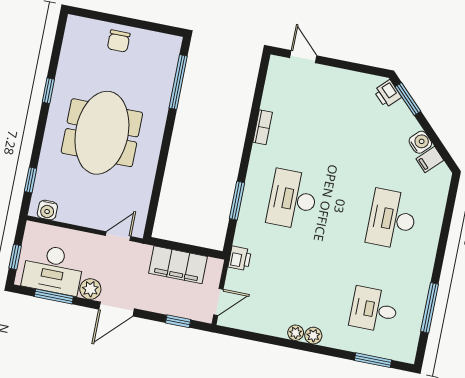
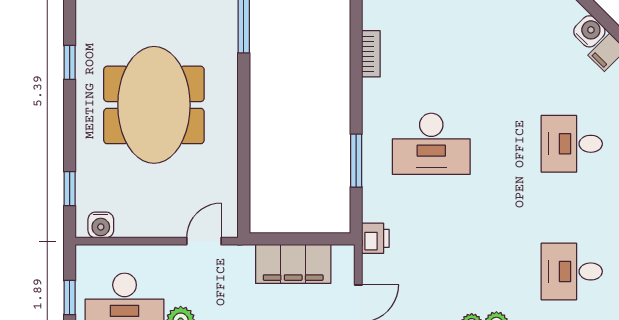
desk: (293, 199) -> (431, 144), turned -90
desk: (392, 219) -> (572, 144), width x0.73

